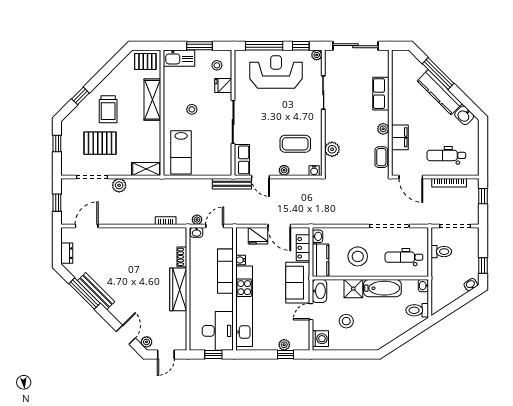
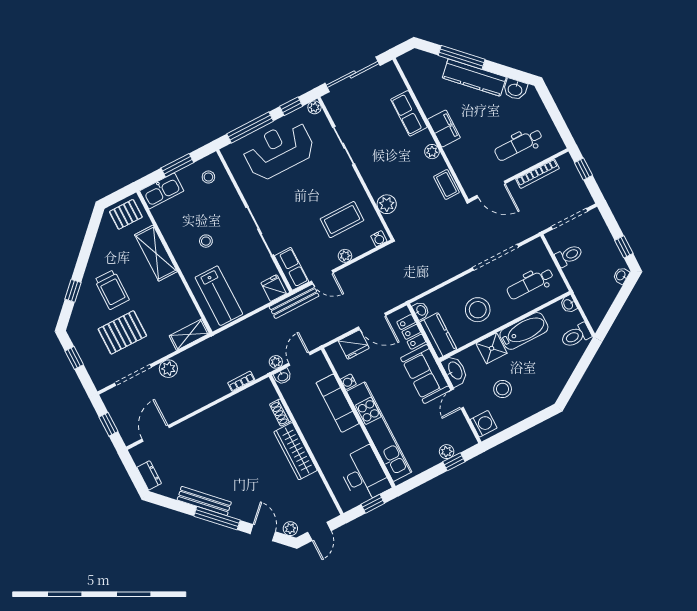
fridge: (223, 85) -> (274, 288), moved, turned 90
filing cabinet: (400, 137) -> (444, 129), moved
window: (84, 294) -> (217, 518), moved

